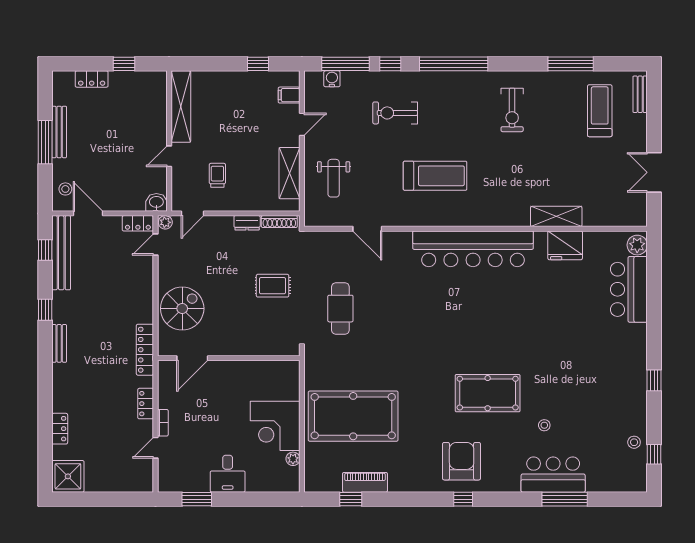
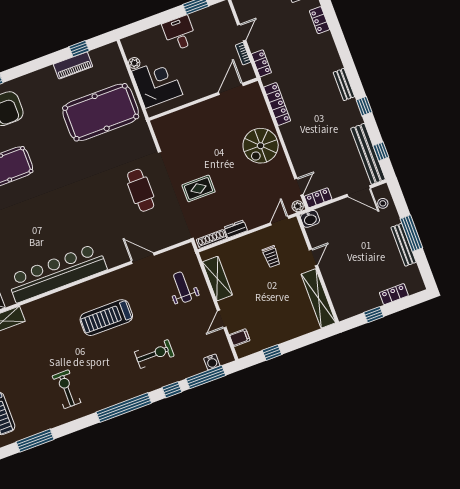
door: (192, 358) -> (231, 89), moved
wall: (229, 358) -> (203, 99), moved

